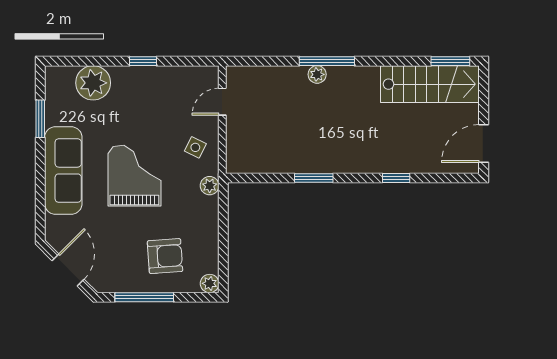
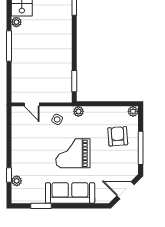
window: (143, 61) -> (9, 175), moved
plant: (317, 74) -> (16, 22), moved
plant: (93, 83) -> (17, 181), width x0.53, depth x0.53
window: (314, 178) -> (74, 81), moved

